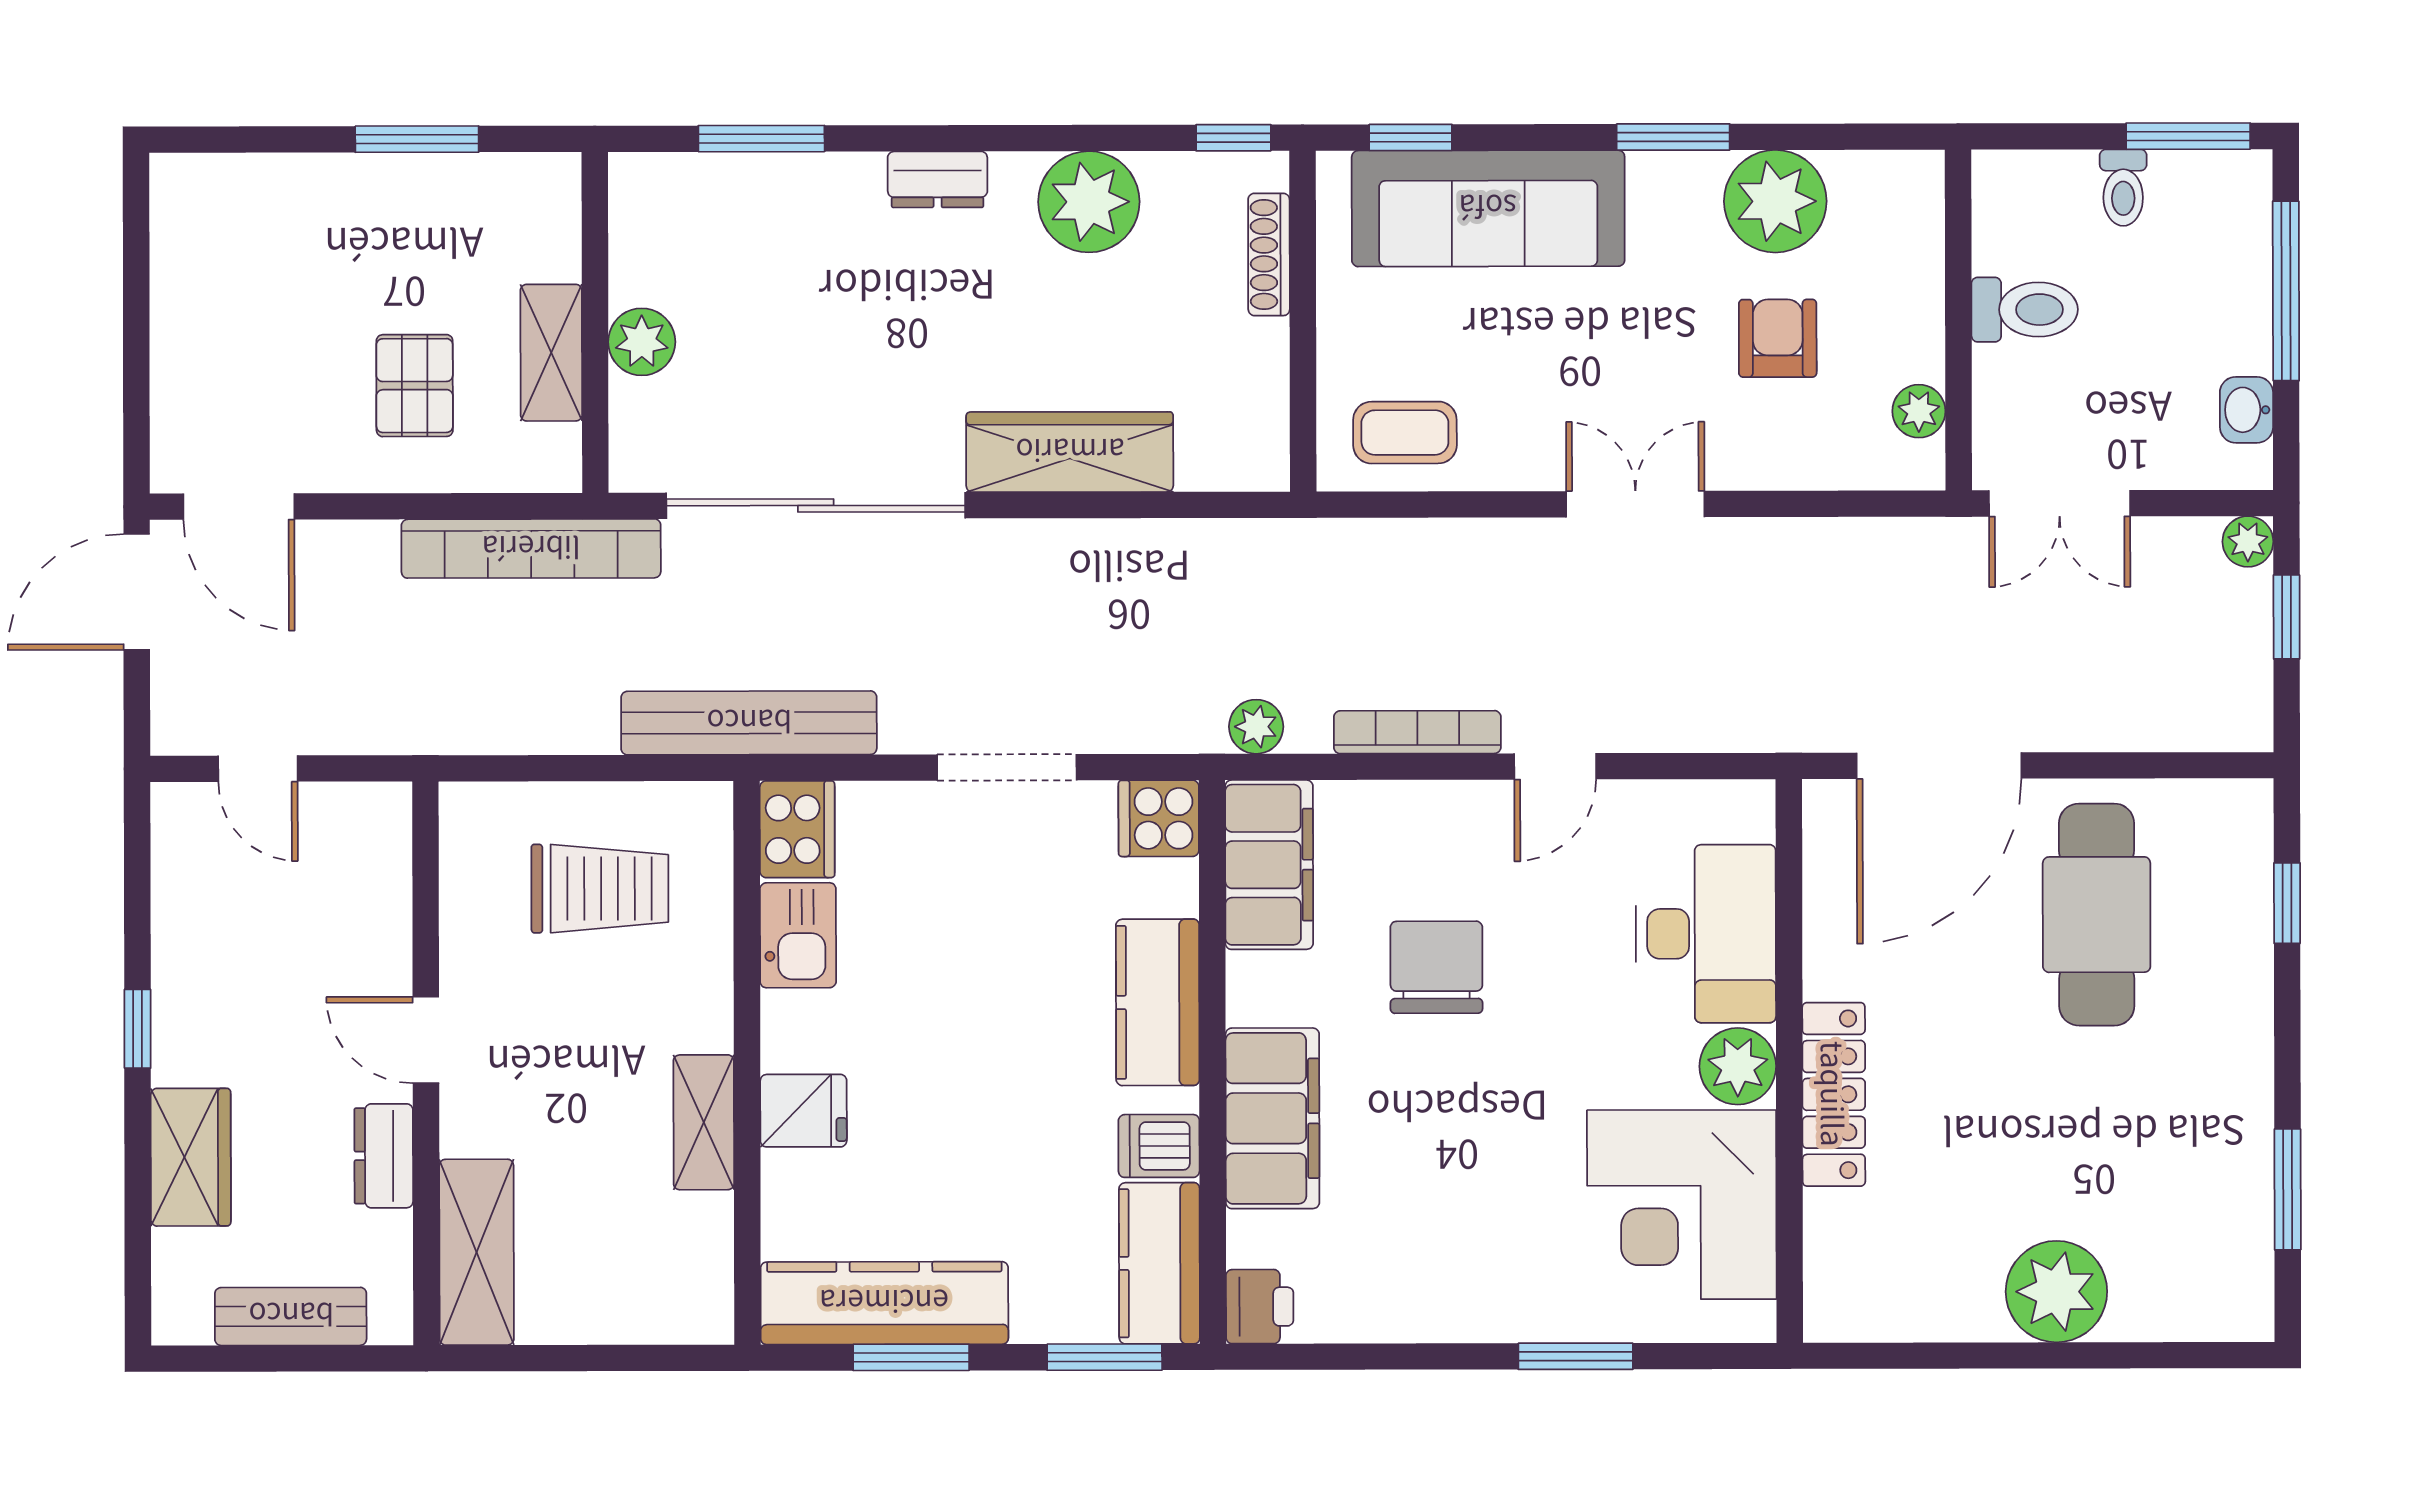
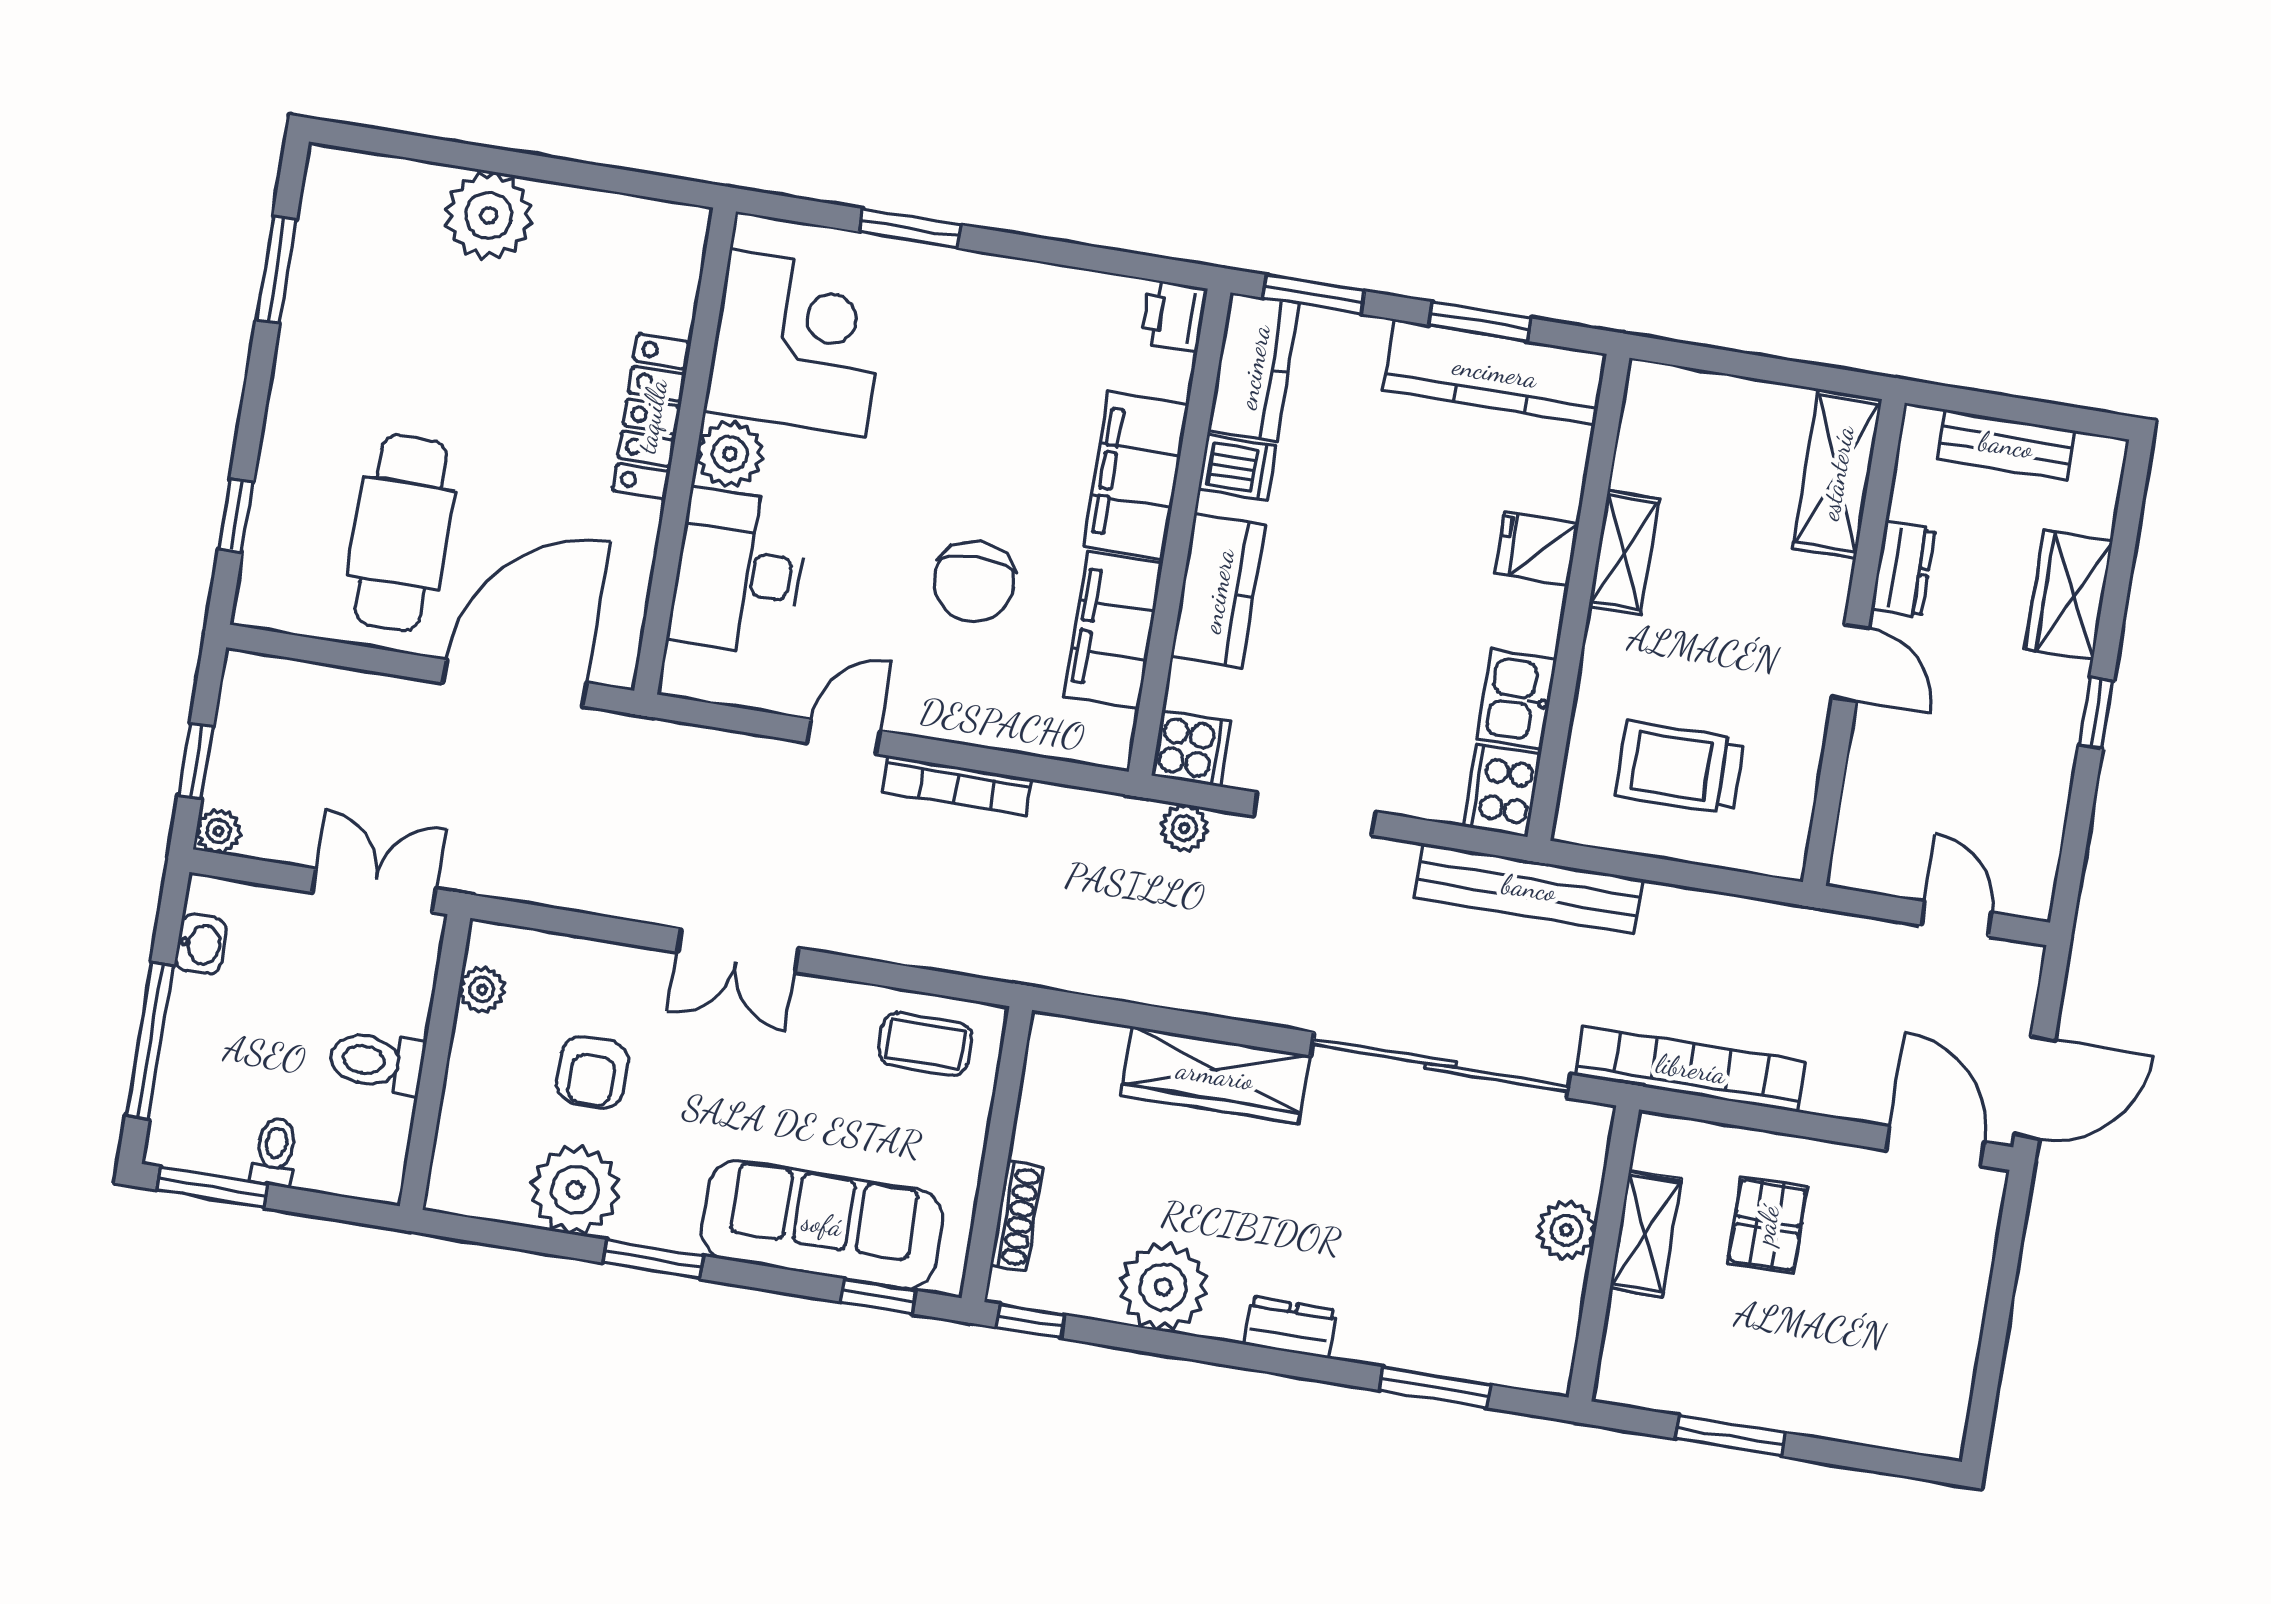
plant: (1256, 727) -> (1184, 828), moved
filing cabinet: (1269, 865) -> (1113, 630), moved

